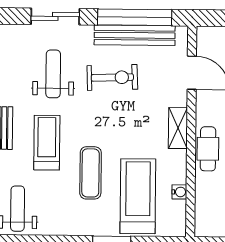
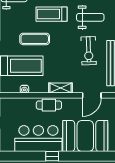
treadmill: (47, 143) -> (51, 14), turned 180

